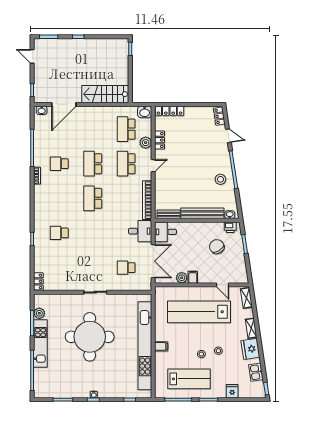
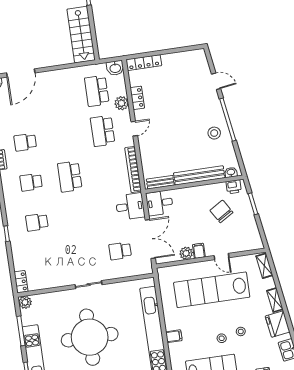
stairs: (105, 94) -> (81, 35), moved, turned -90
locker: (219, 116) -> (202, 60), removed
school desk: (93, 164) -> (31, 182), moved, width x0.54
door: (223, 285) -> (222, 257), moved
plant: (39, 313) -> (25, 302), moved

